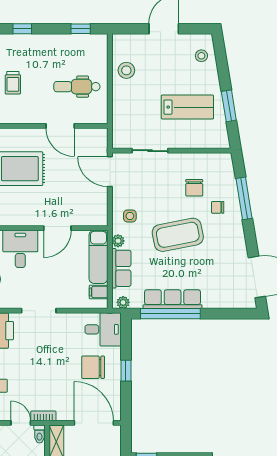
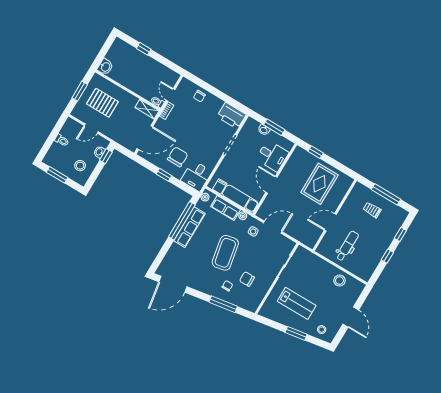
window: (81, 29) -> (387, 256), moved
window: (229, 106) -> (296, 333), moved
lab bench: (187, 107) -> (297, 303), turned -90
door: (110, 172) -> (273, 227), moved
door: (21, 423) -> (170, 95), swing flipped

